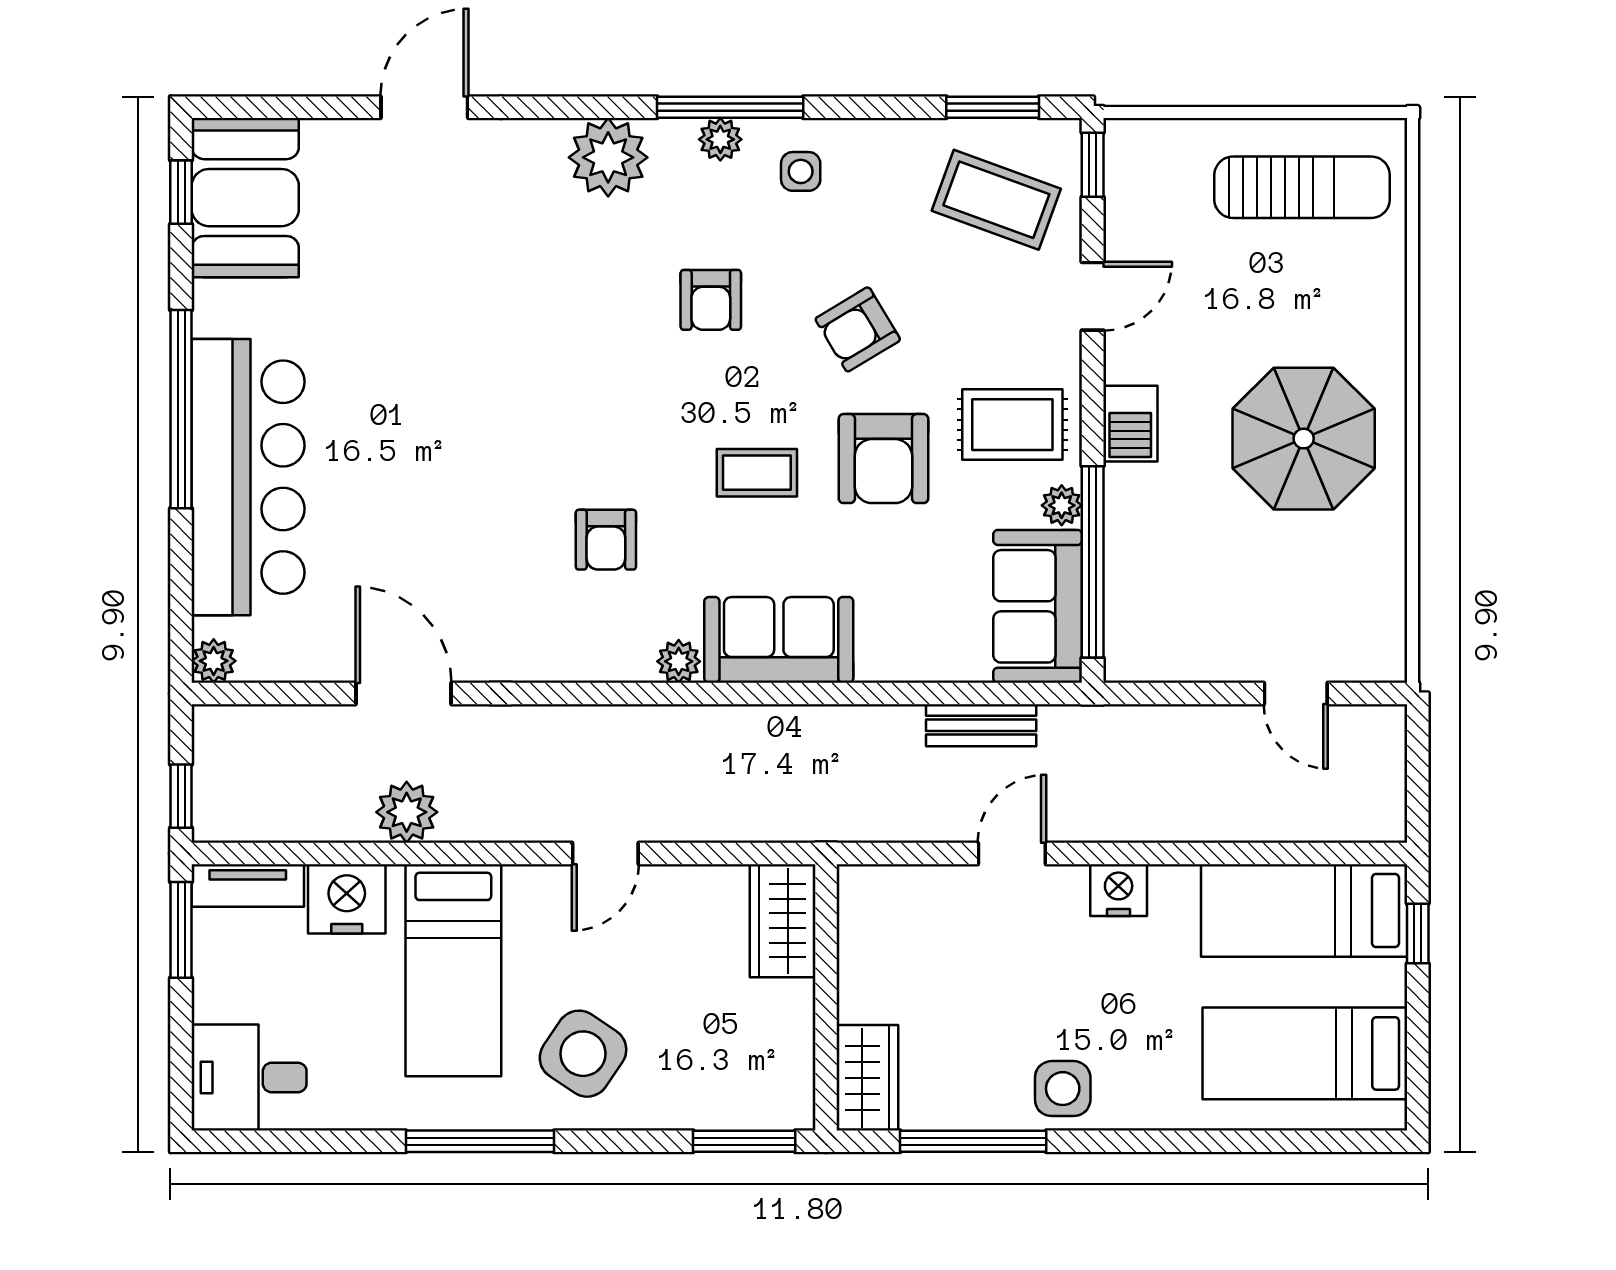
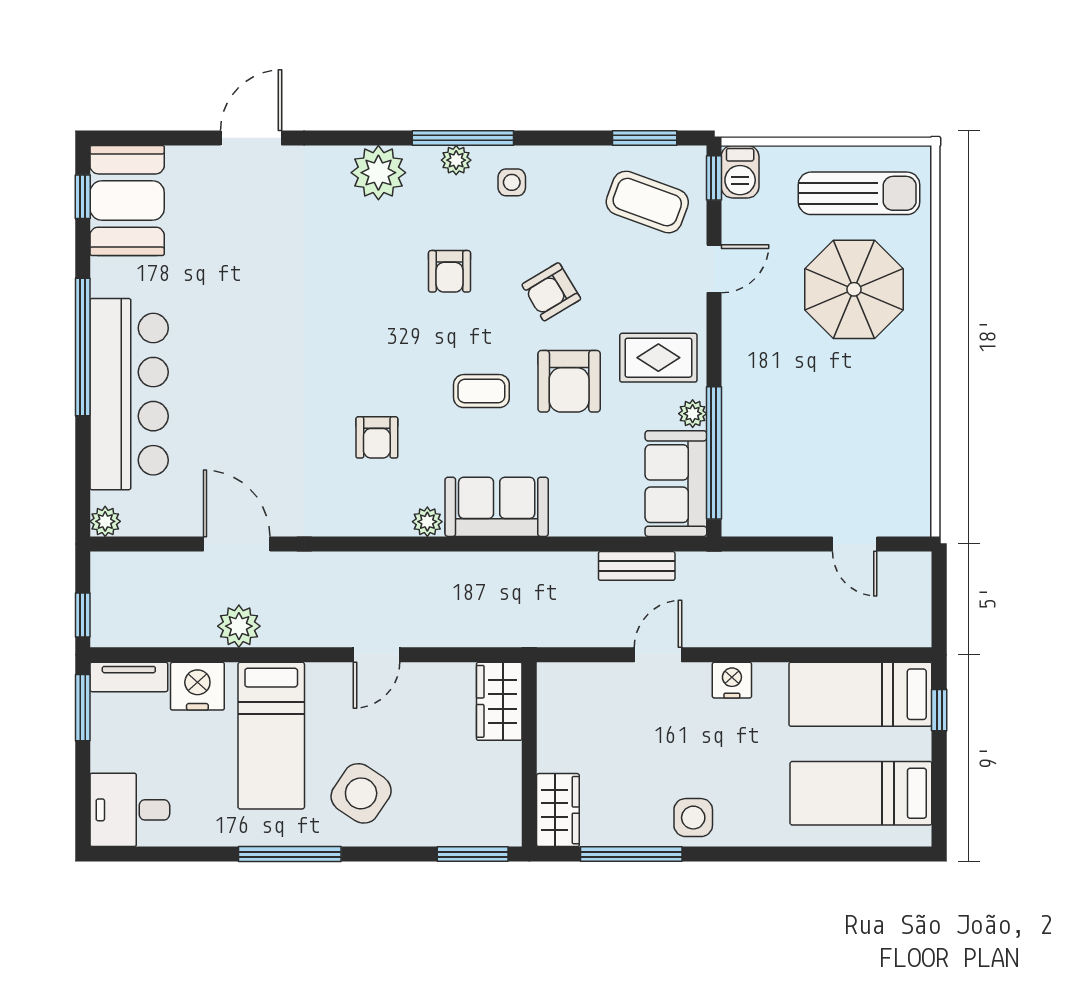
barbecue: (1130, 424) -> (740, 172), moved
parasol: (1304, 439) -> (854, 289), moved

